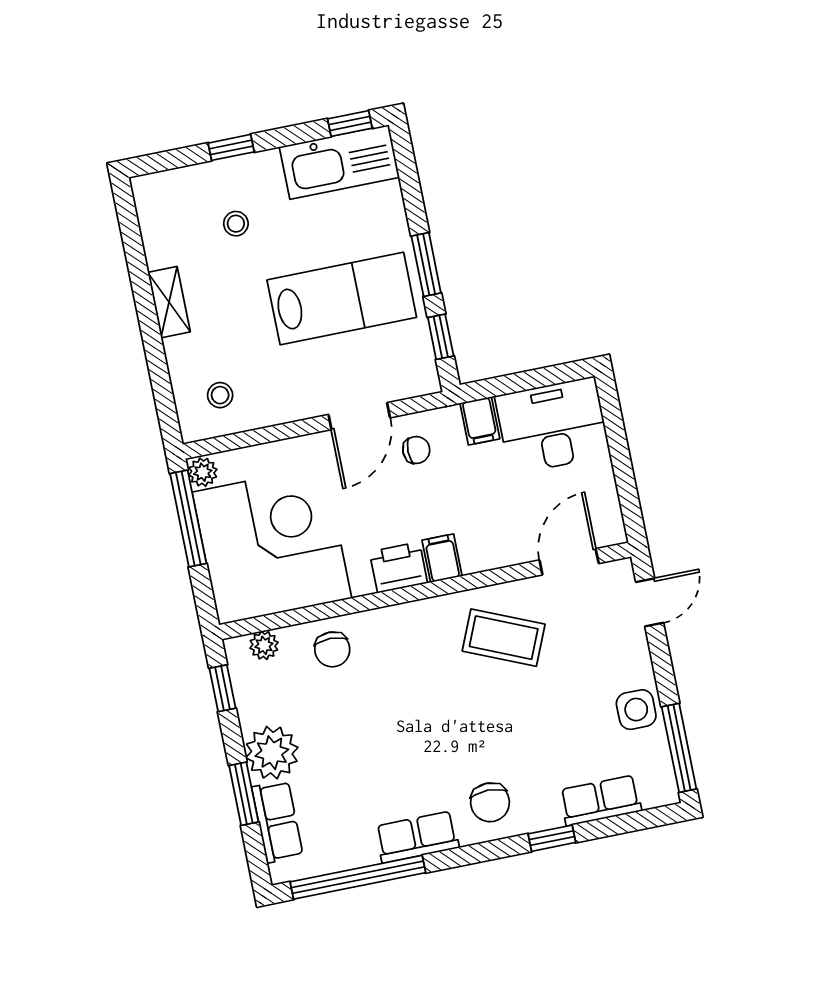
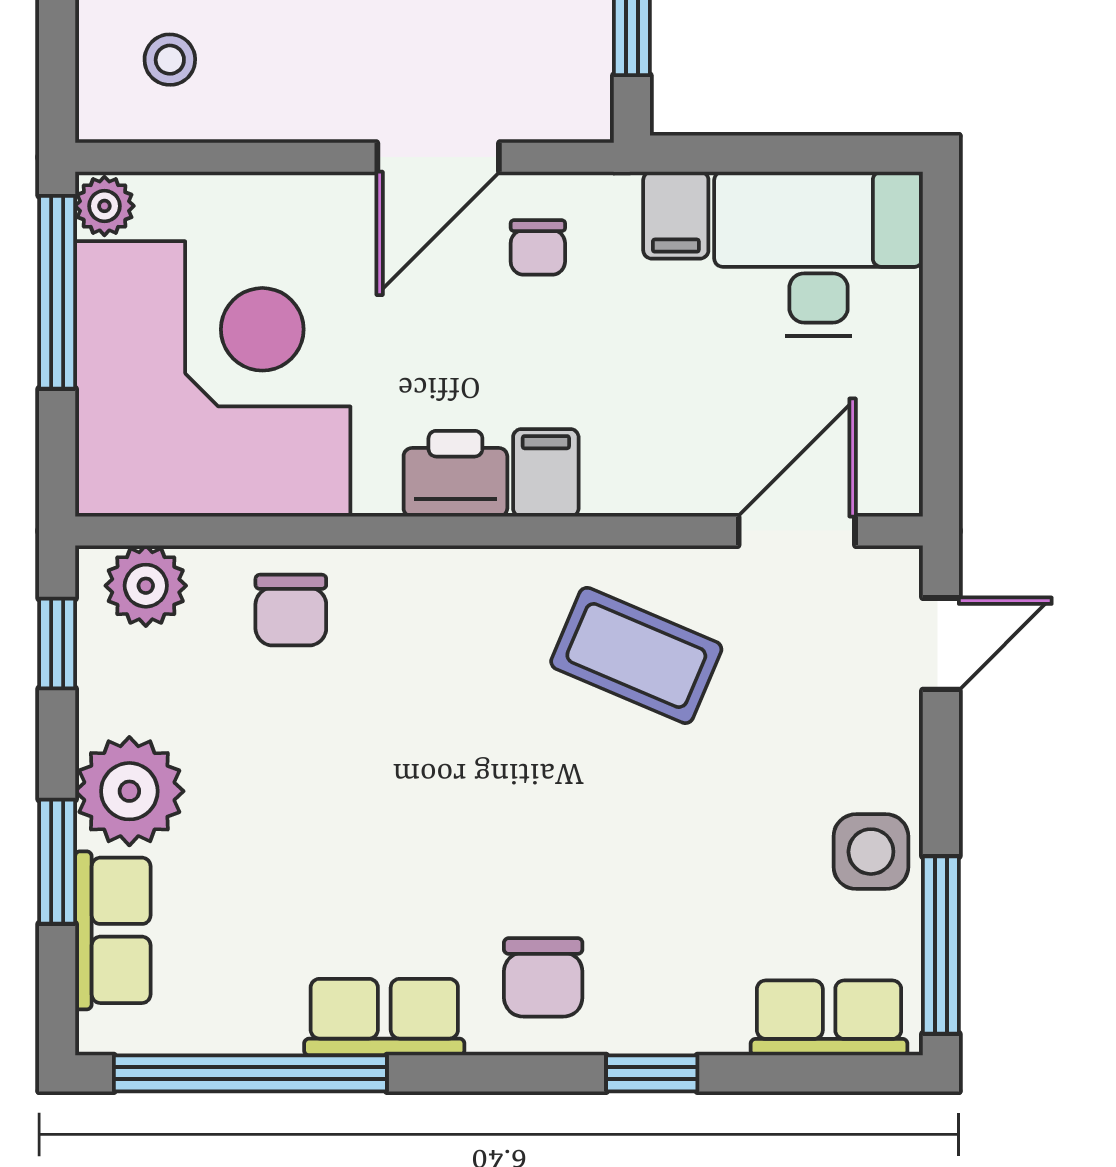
chair: (416, 450) -> (538, 247), turned 90
plant: (264, 645) -> (146, 586), width x1.38, depth x1.38
row of seats: (600, 800) -> (829, 1018), moved

